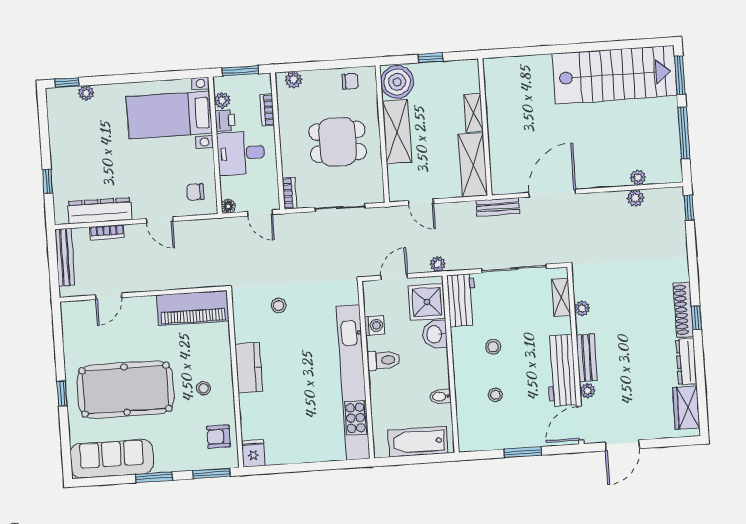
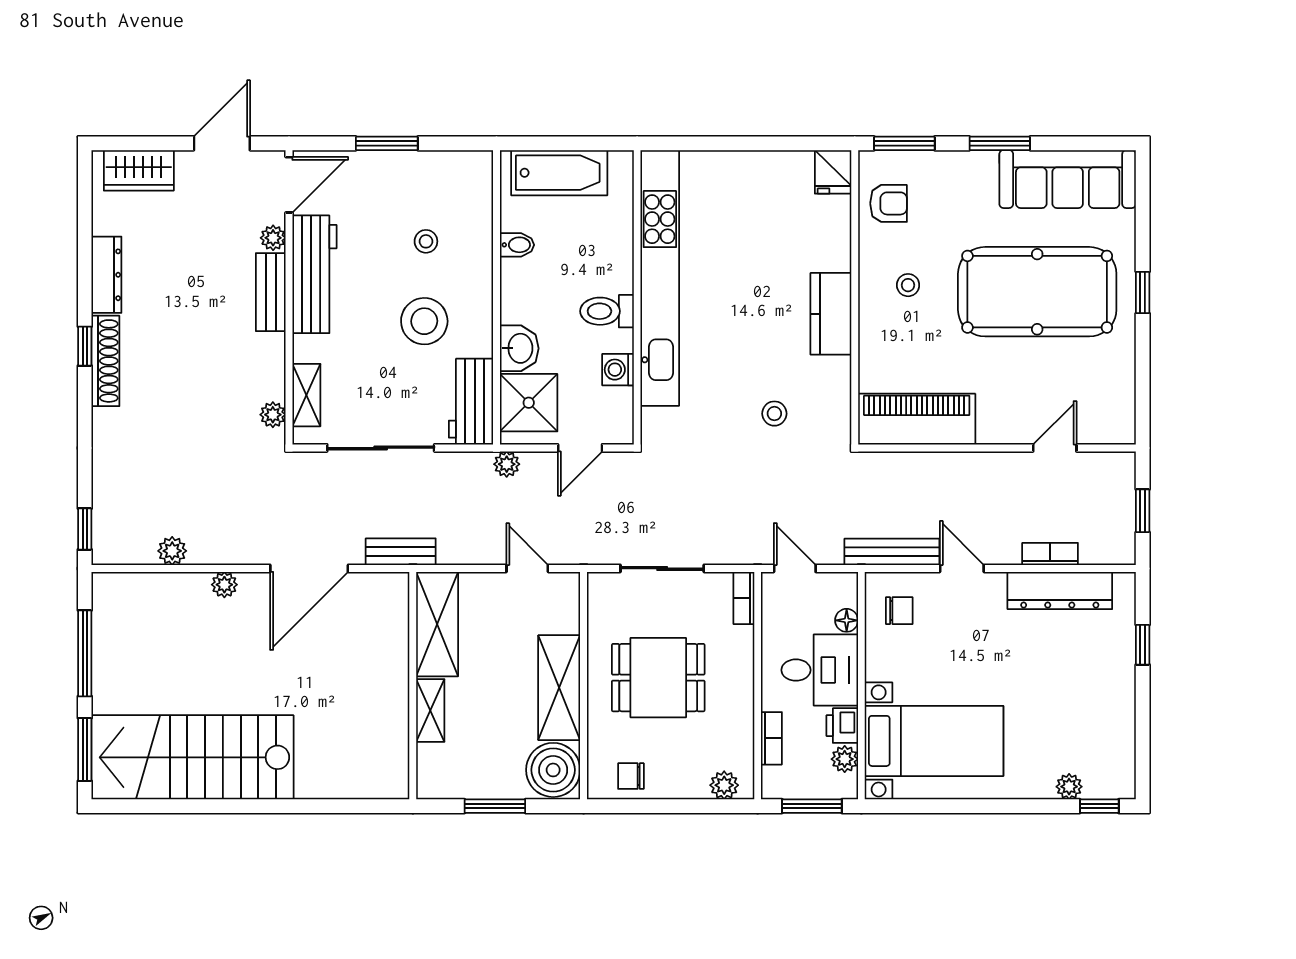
window: (431, 58) -> (495, 806), width x1.50
plant: (638, 178) -> (224, 585), moved
floor lamp: (228, 206) -> (847, 620), moved
bench: (65, 257) -> (892, 552), moved, turned 90
window: (53, 262) -> (1143, 511), added
plant: (582, 308) -> (273, 415), moved
stool: (493, 347) -> (424, 321), width x1.89, depth x1.89
wardrobe: (686, 408) -> (139, 170), moved, turned 90

